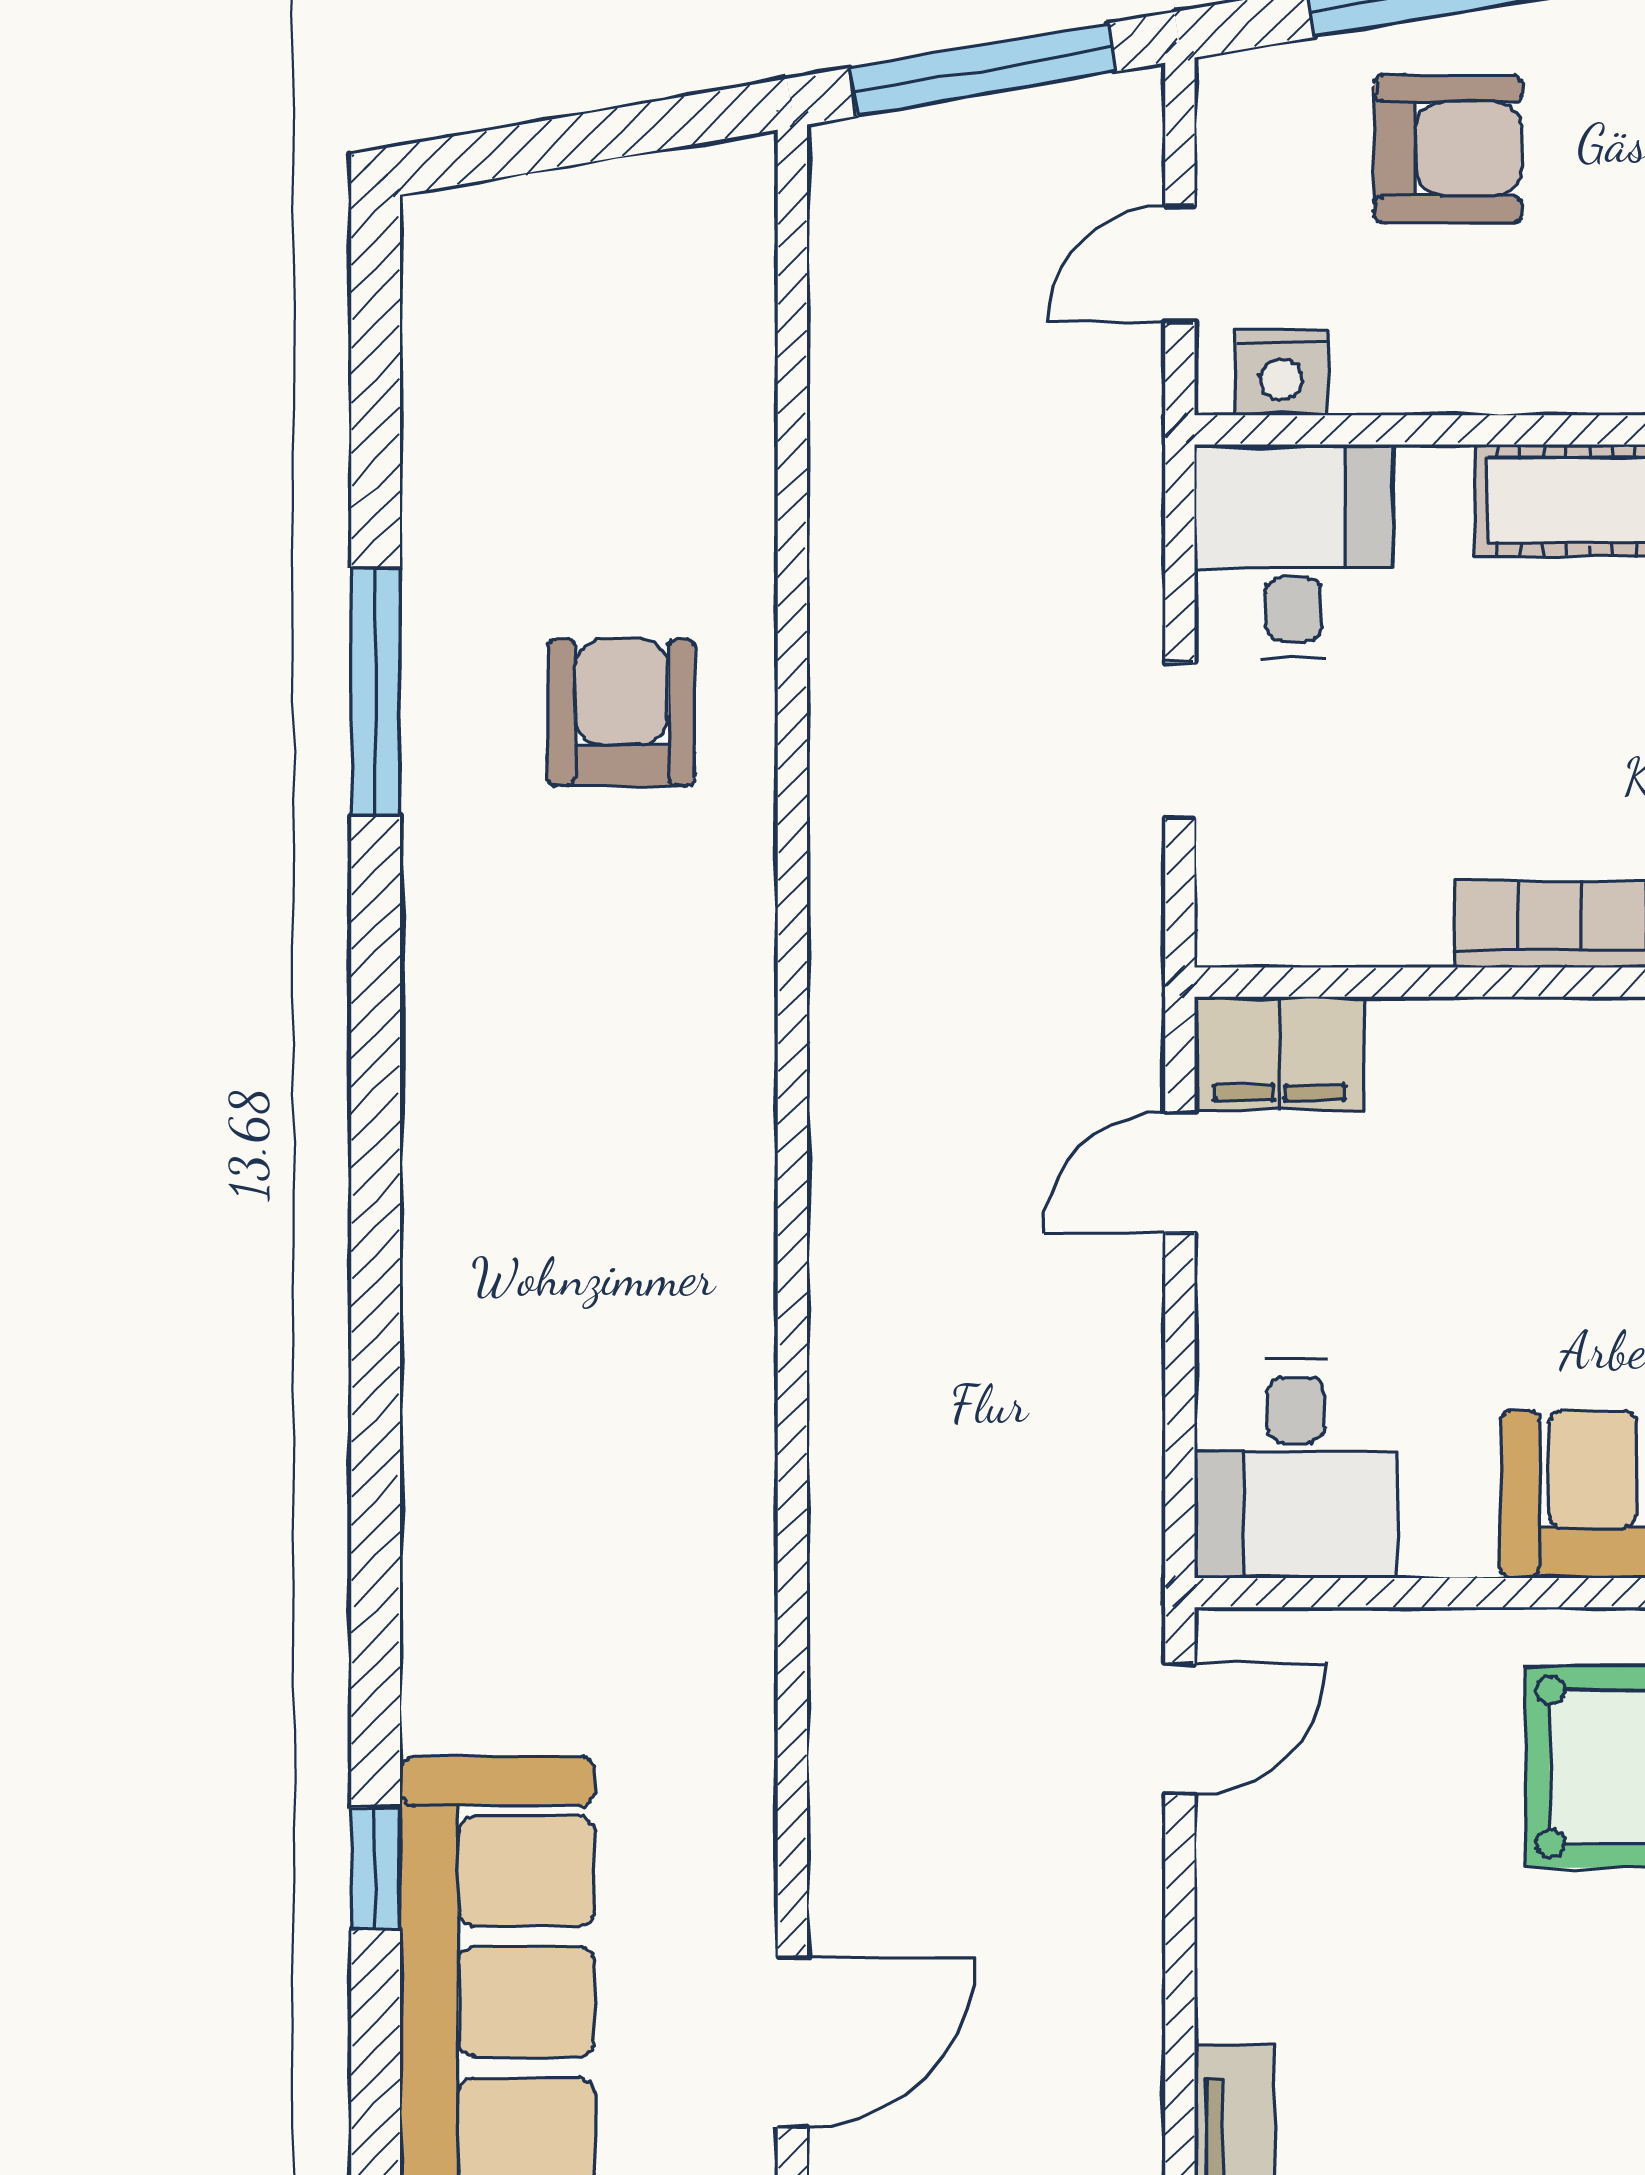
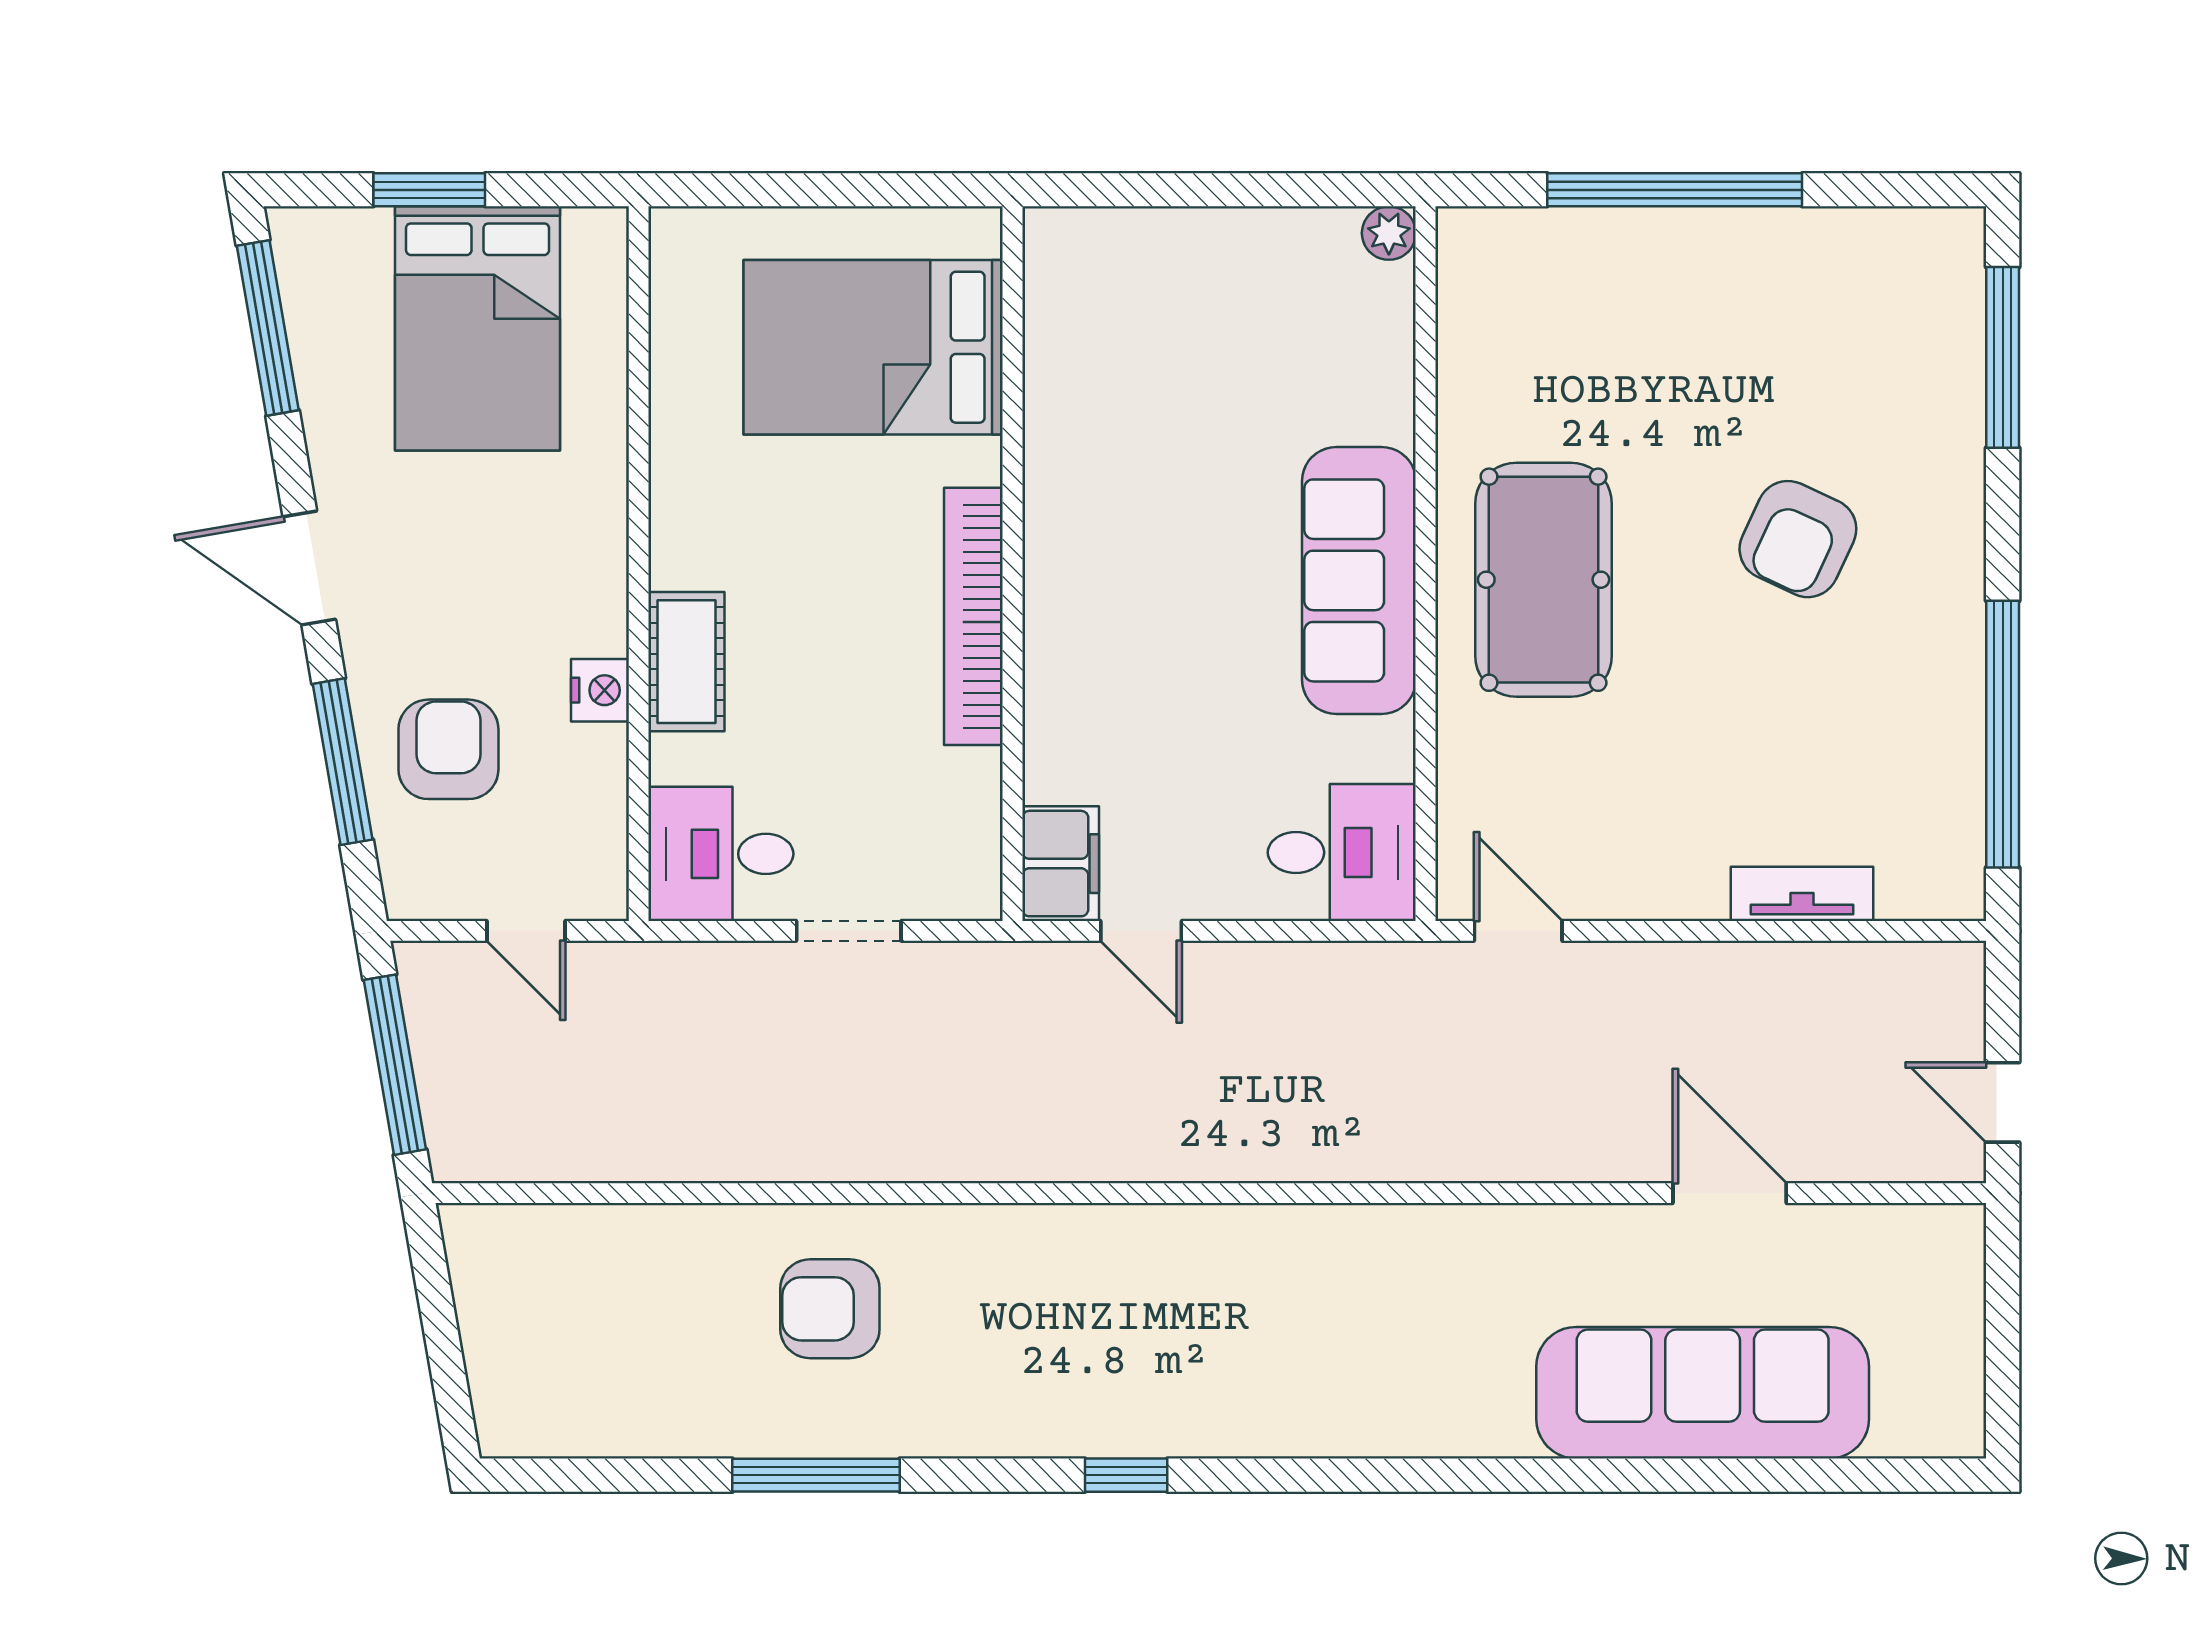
nightstand: (1282, 373) -> (600, 690), moved
window: (376, 1868) -> (1126, 1475), moved

